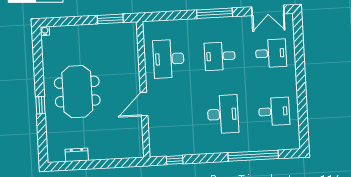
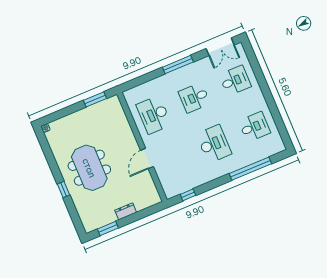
dresser: (77, 155) -> (126, 211), moved
window: (74, 165) -> (108, 229), added

